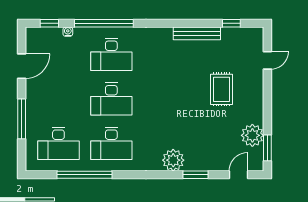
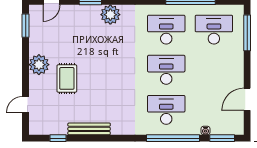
window: (49, 23) -> (222, 138), width x1.50
window: (22, 119) -> (247, 33), moved
plant: (252, 135) -> (39, 65), moved

